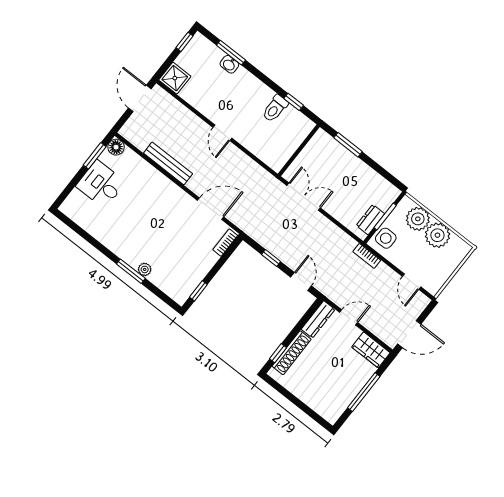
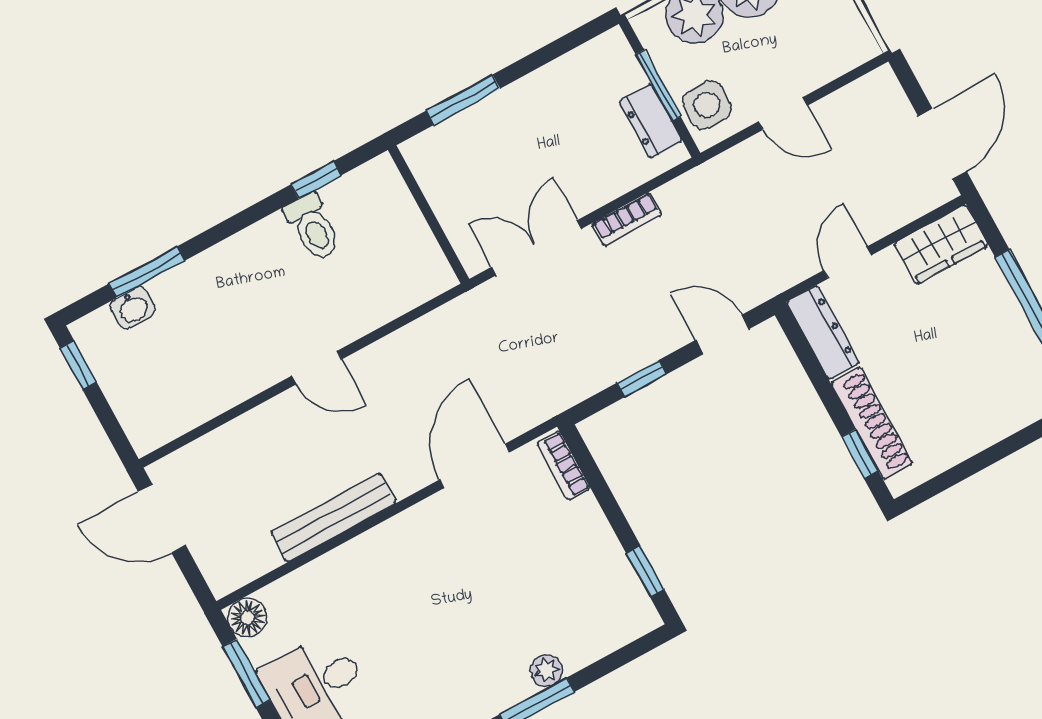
washbasin: (229, 64) -> (133, 308), moved
shower: (175, 78) -> (150, 421), removed
bookcase: (367, 256) -> (627, 219), moved
door: (412, 282) -> (783, 113), moved

